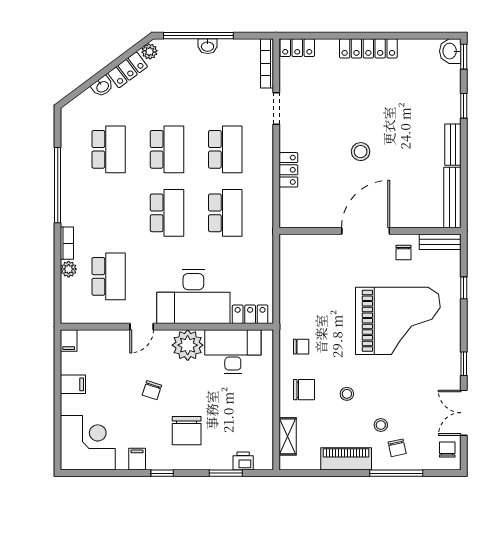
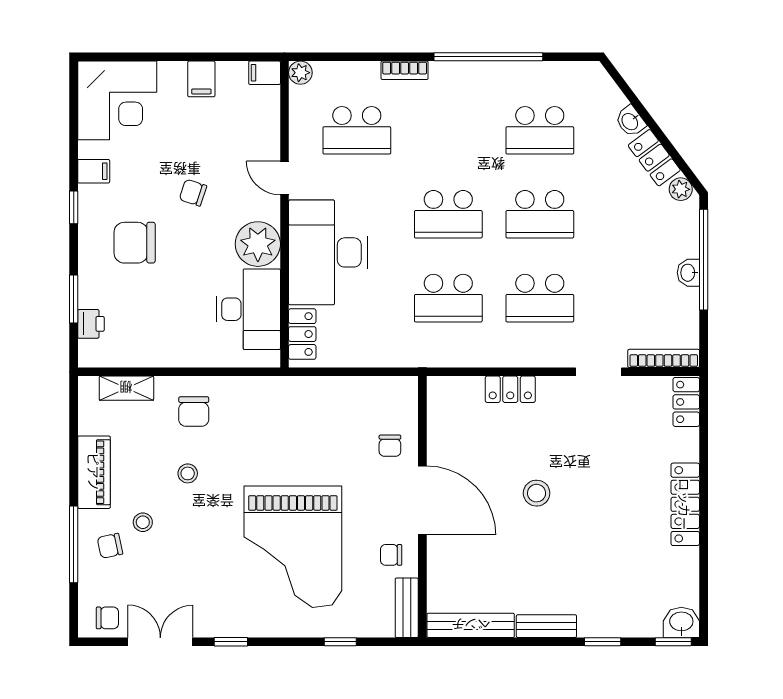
plant: (69, 269) -> (300, 73), moved
chair: (301, 347) -> (390, 446), moved

